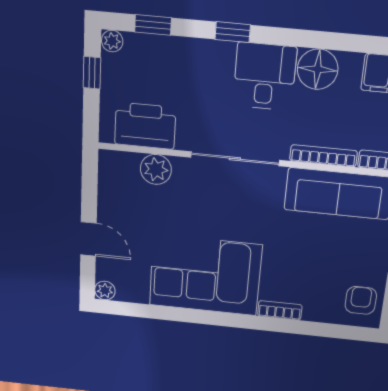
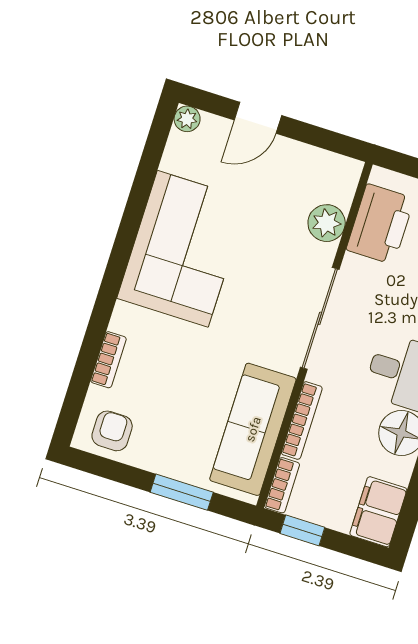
armchair: (361, 300) -> (112, 431), turned -90
bookcase: (280, 310) -> (108, 360), moved

